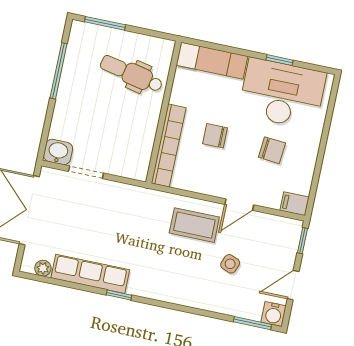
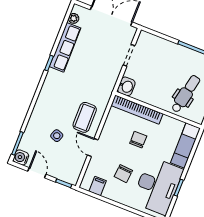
washbasin: (58, 152) -> (126, 86), moved
filing cabinet: (295, 204) -> (98, 186), moved

